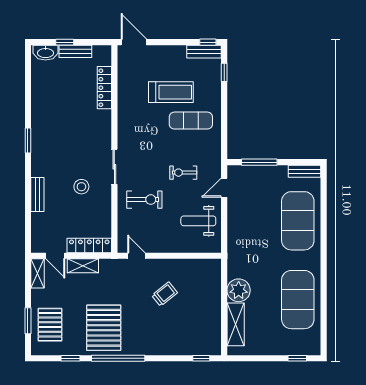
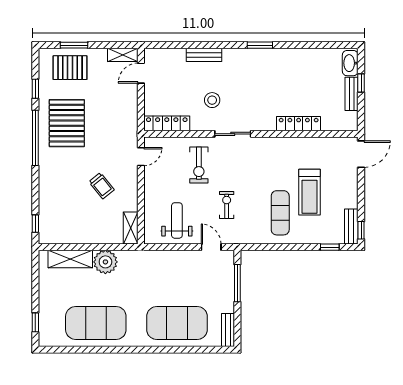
locker: (104, 88) -> (299, 124), moved
locker: (89, 246) -> (167, 123), moved, turned -90
shelving: (83, 266) -> (131, 228), moved
pallet: (104, 328) -> (67, 123), turned 90

